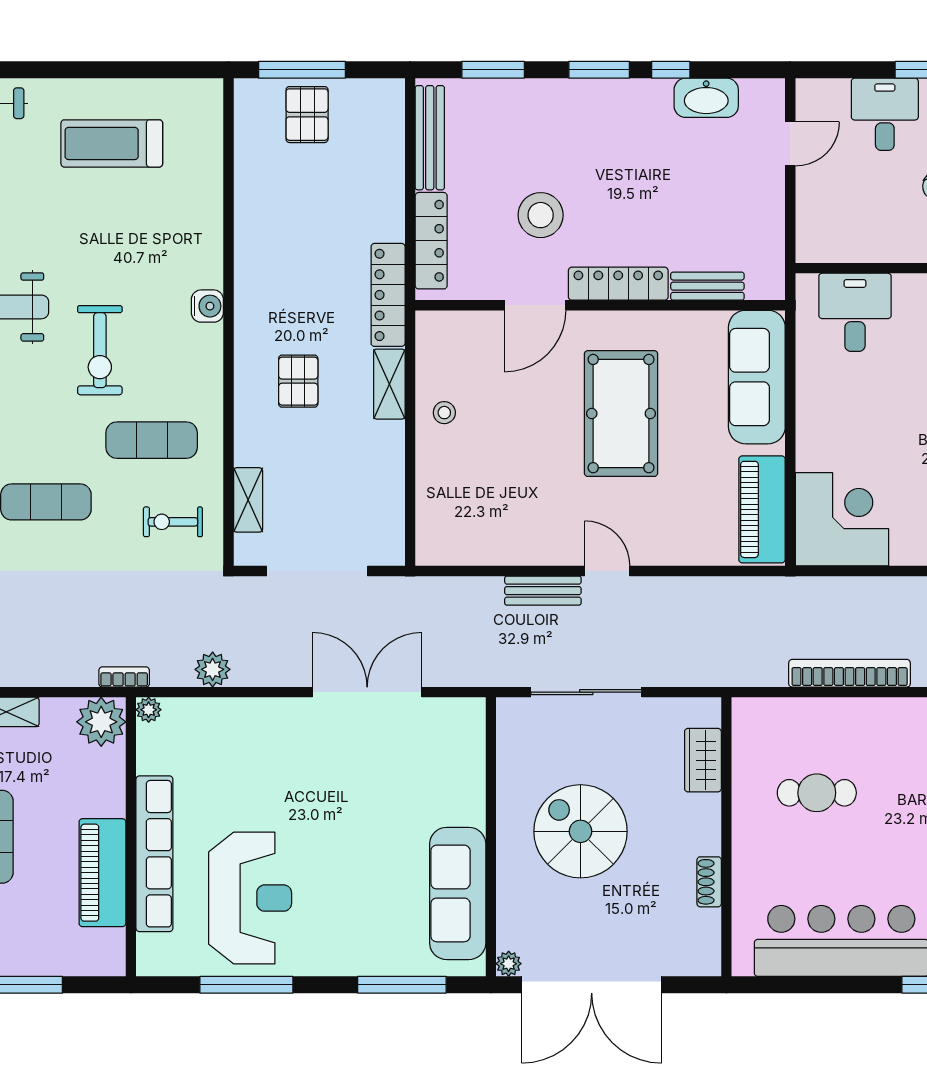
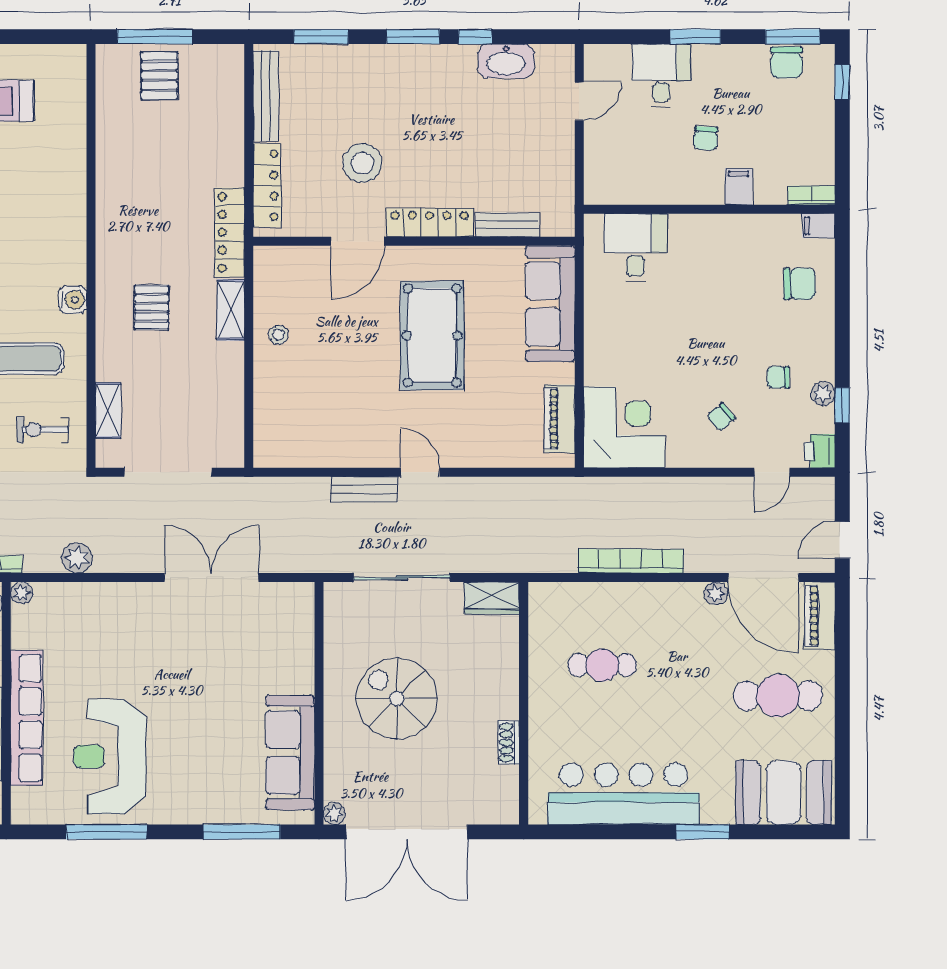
water cooler: (207, 306) -> (73, 300), moved
piano: (762, 509) -> (560, 419), width x0.73, depth x0.75
wardrobe: (703, 760) -> (492, 598), moved, turned -90
reception desk: (250, 898) -> (110, 757), turned 180

